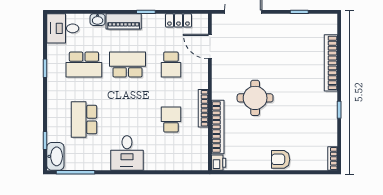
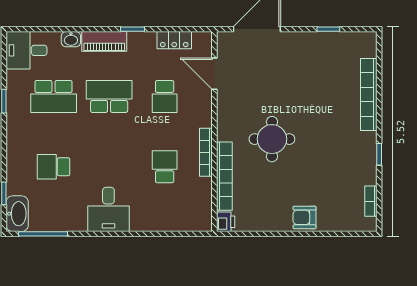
school desk: (84, 120) -> (54, 167), width x0.54
bookcase: (333, 159) -> (371, 201), moved

